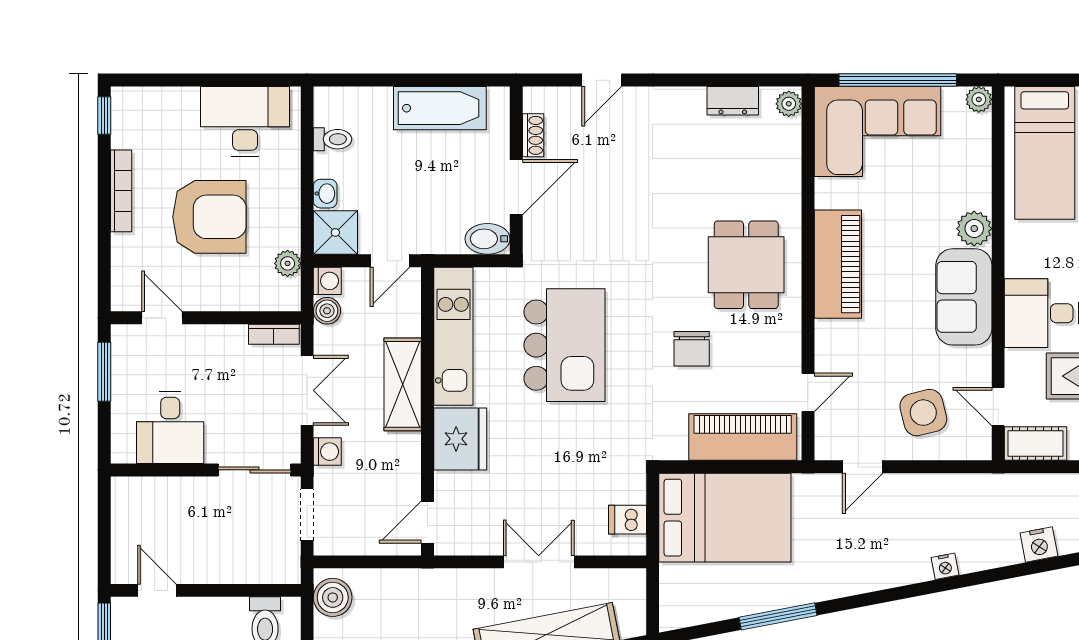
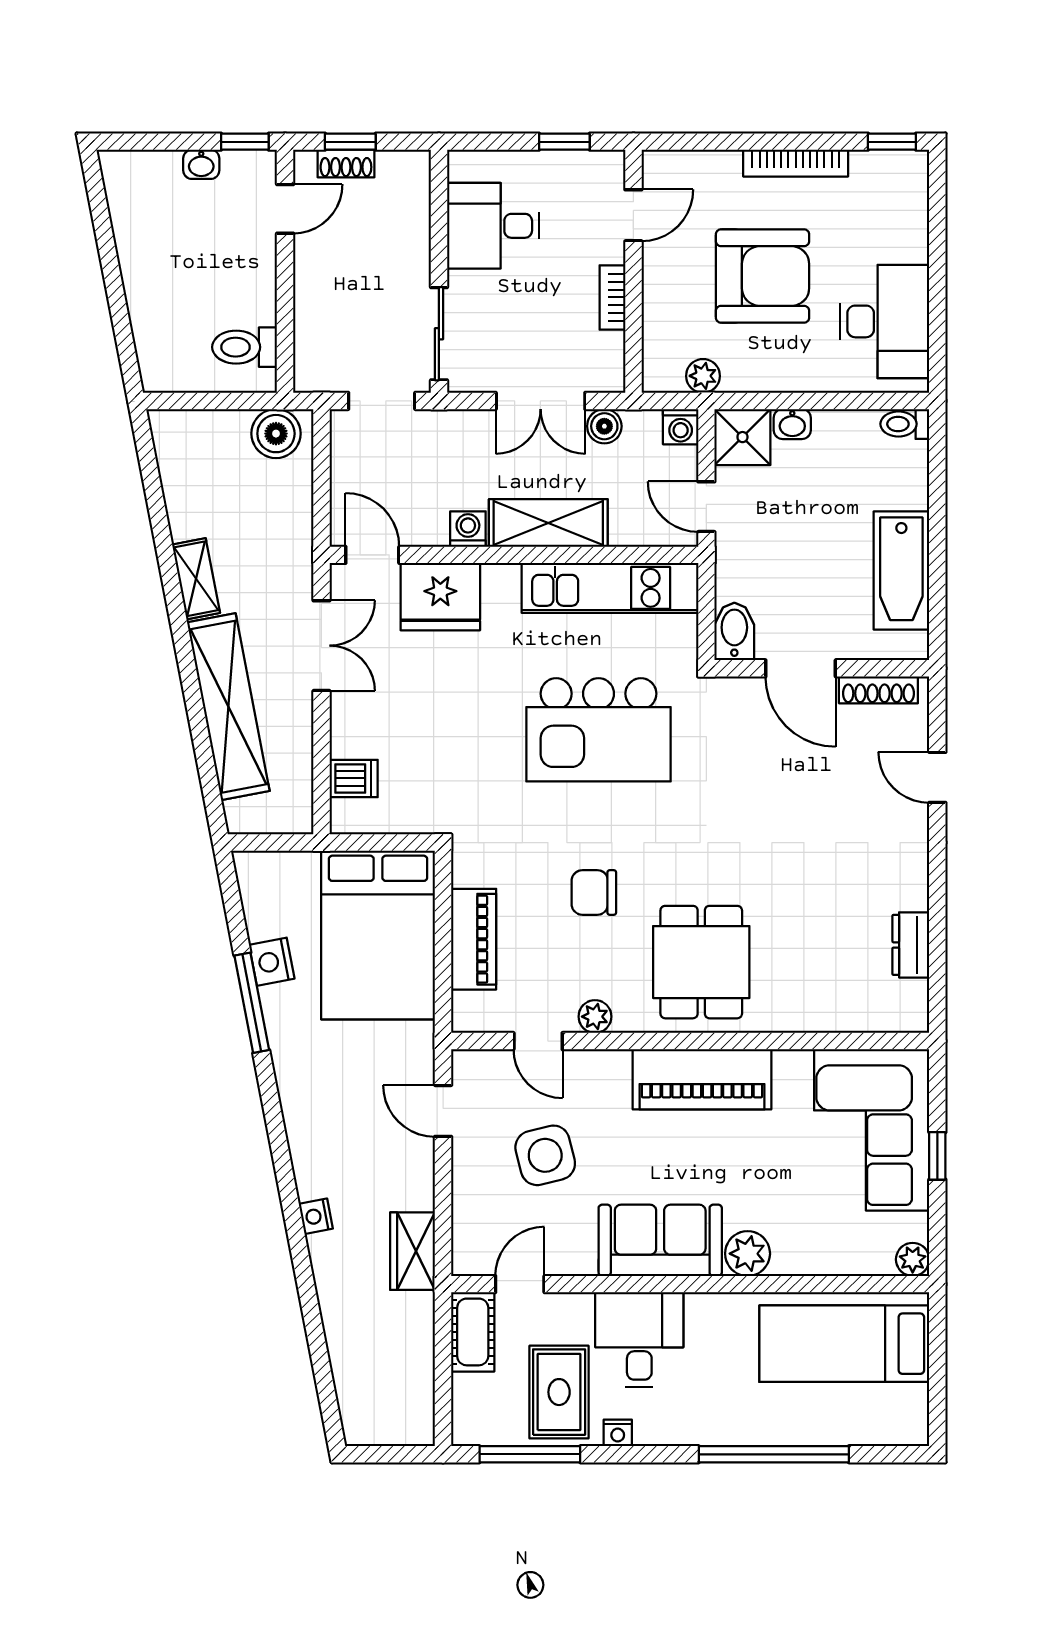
window: (898, 80) -> (937, 1156), width x0.32
plant: (789, 104) -> (595, 1017), moved
shoe rack: (533, 135) -> (878, 690), width x1.43
toilet: (333, 139) -> (905, 424), moved, turned 90
armchair: (209, 217) -> (763, 276), turned -90
dining table: (746, 265) -> (701, 962), turned 90
boiler: (327, 311) -> (604, 426), moved
bookcase: (274, 334) -> (612, 297), moved
window: (104, 372) -> (564, 142), width x0.67
side table: (923, 413) -> (545, 1155), moved
piano: (743, 437) -> (474, 939), width x0.73, depth x0.75
fridge: (460, 439) -> (440, 597), moved
washing machine: (327, 452) -> (468, 529), moved, turned 180
wardrobe: (972, 491) -> (412, 1251), added
dishwasher: (627, 520) -> (354, 778), moved, turned 90
window: (104, 539) -> (350, 142), added
shoe rack: (121, 543) -> (346, 164), added
nightstand: (1039, 545) -> (272, 962), moved
double door: (539, 562) -> (321, 646), moved

